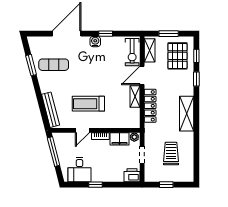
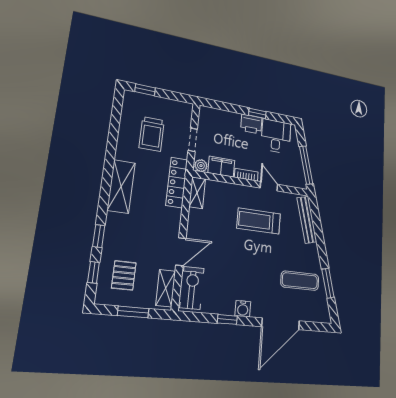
pallet: (178, 56) -> (124, 275), width x0.67, depth x0.71
shelving: (135, 96) -> (197, 193), moved
treadmill: (88, 104) -> (259, 221), turned 180
locker: (150, 106) -> (177, 182), moved
door: (82, 130) -> (269, 186), hinge flipped
printer: (132, 175) -> (251, 124), moved
window: (166, 185) -> (145, 90), moved

